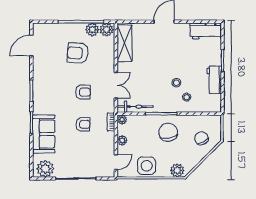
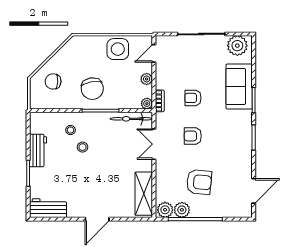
chair: (201, 138) -> (53, 81), turned 120
plant: (177, 170) -> (82, 44), removed

